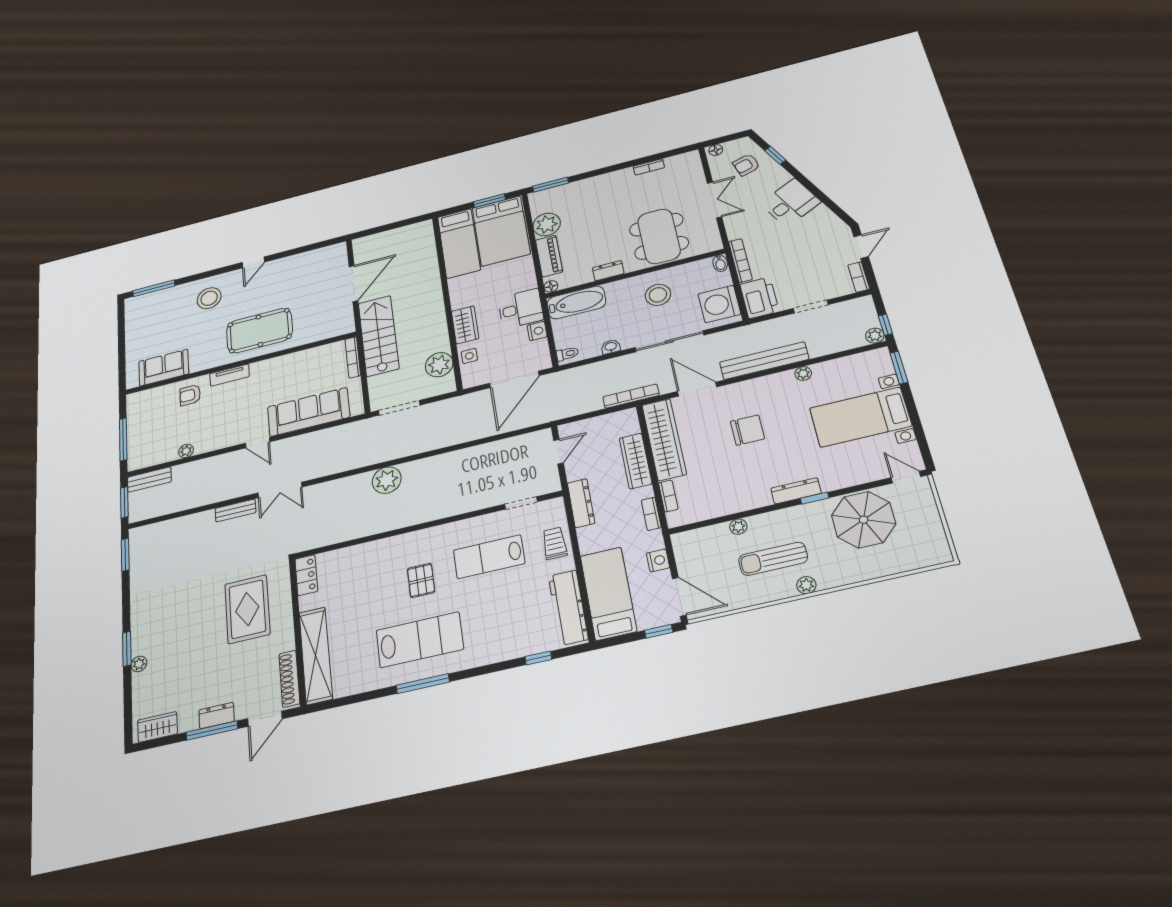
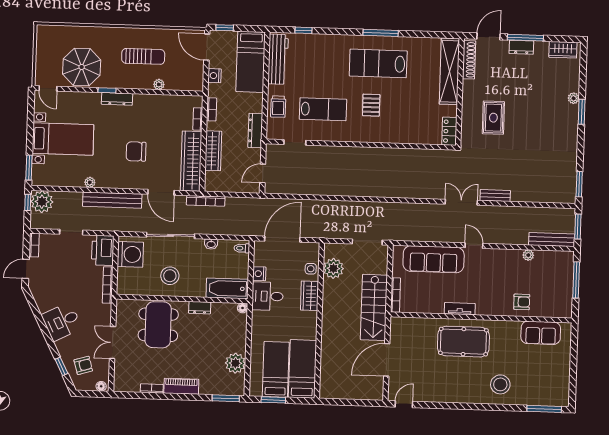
bed: (501, 231) -> (276, 369), width x0.67
piano: (549, 256) -> (181, 386), moved, turned 90
door: (253, 262) -> (404, 404), moved
bidet: (720, 263) -> (122, 287), removed
plant: (875, 336) -> (42, 202), width x1.87, depth x1.87
tv unit: (230, 375) -> (460, 309), moved
bench: (149, 479) -> (552, 240), width x1.36
plant: (387, 480) -> (384, 187), removed
plant: (806, 585) -> (128, 33), removed
rug: (247, 609) -> (493, 118), width x0.73, depth x0.70

